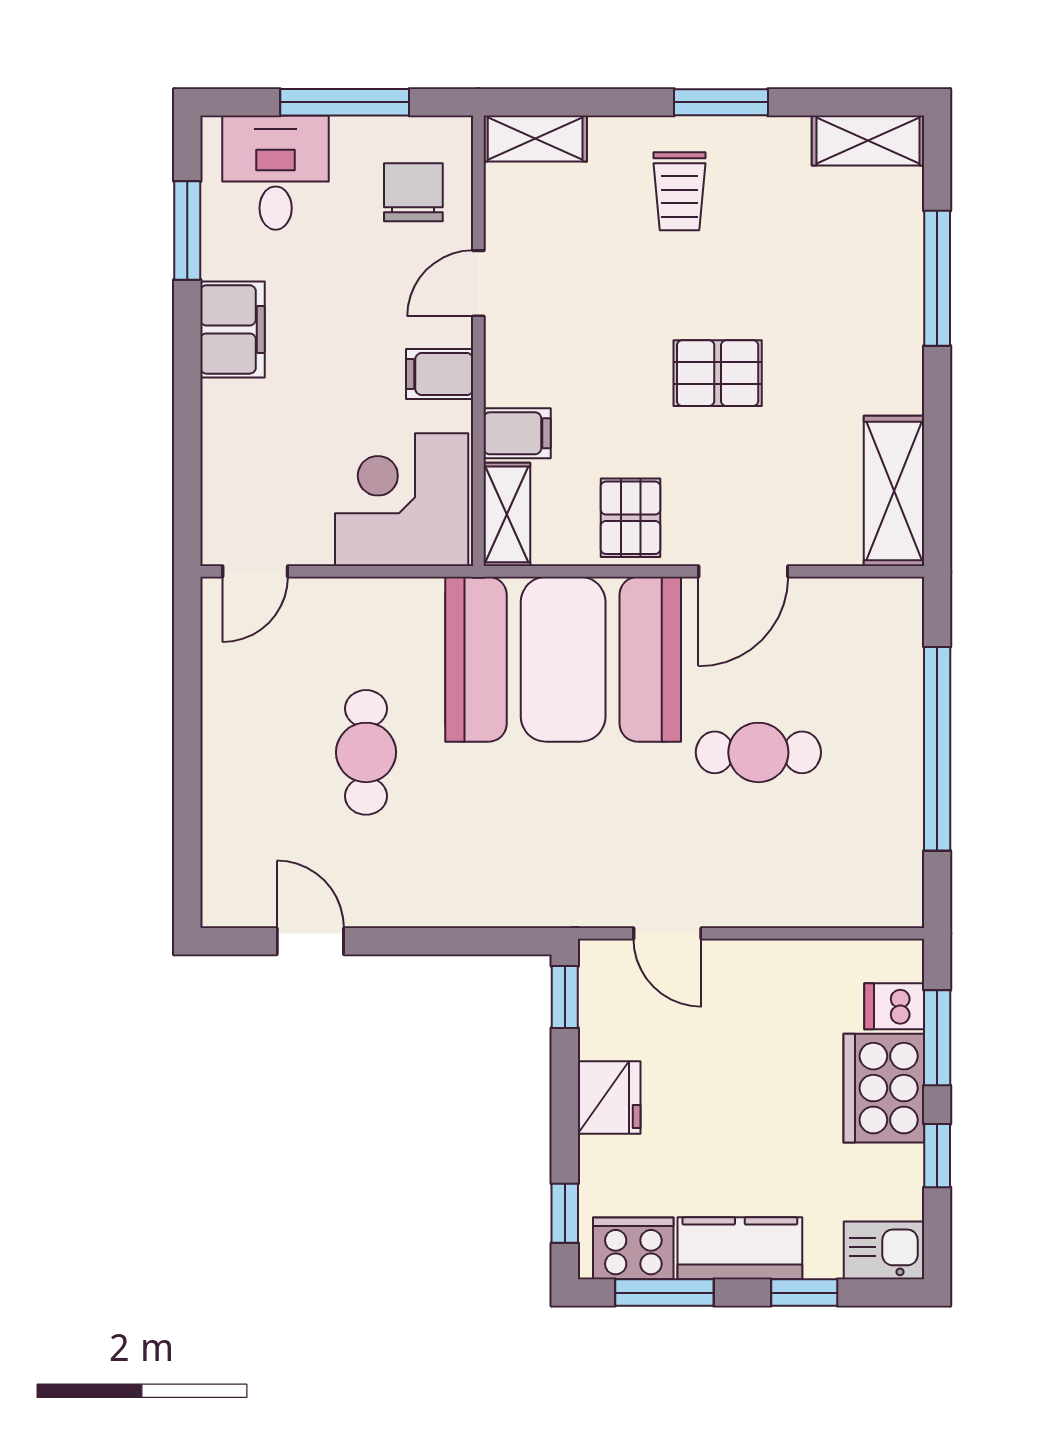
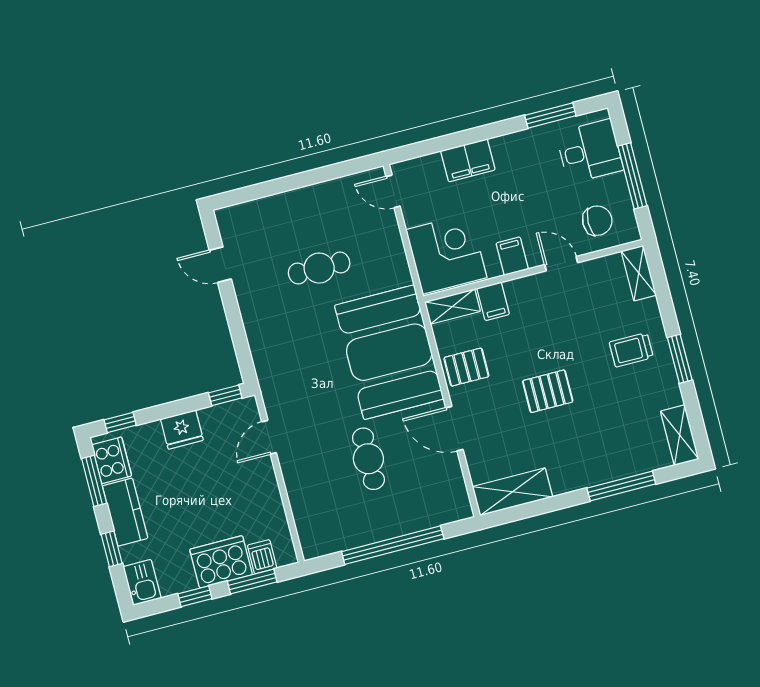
filing cabinet: (232, 329) -> (468, 160), moved
pallet: (718, 373) -> (548, 391), turned 90
door: (310, 941) -> (220, 265), swing flipped

